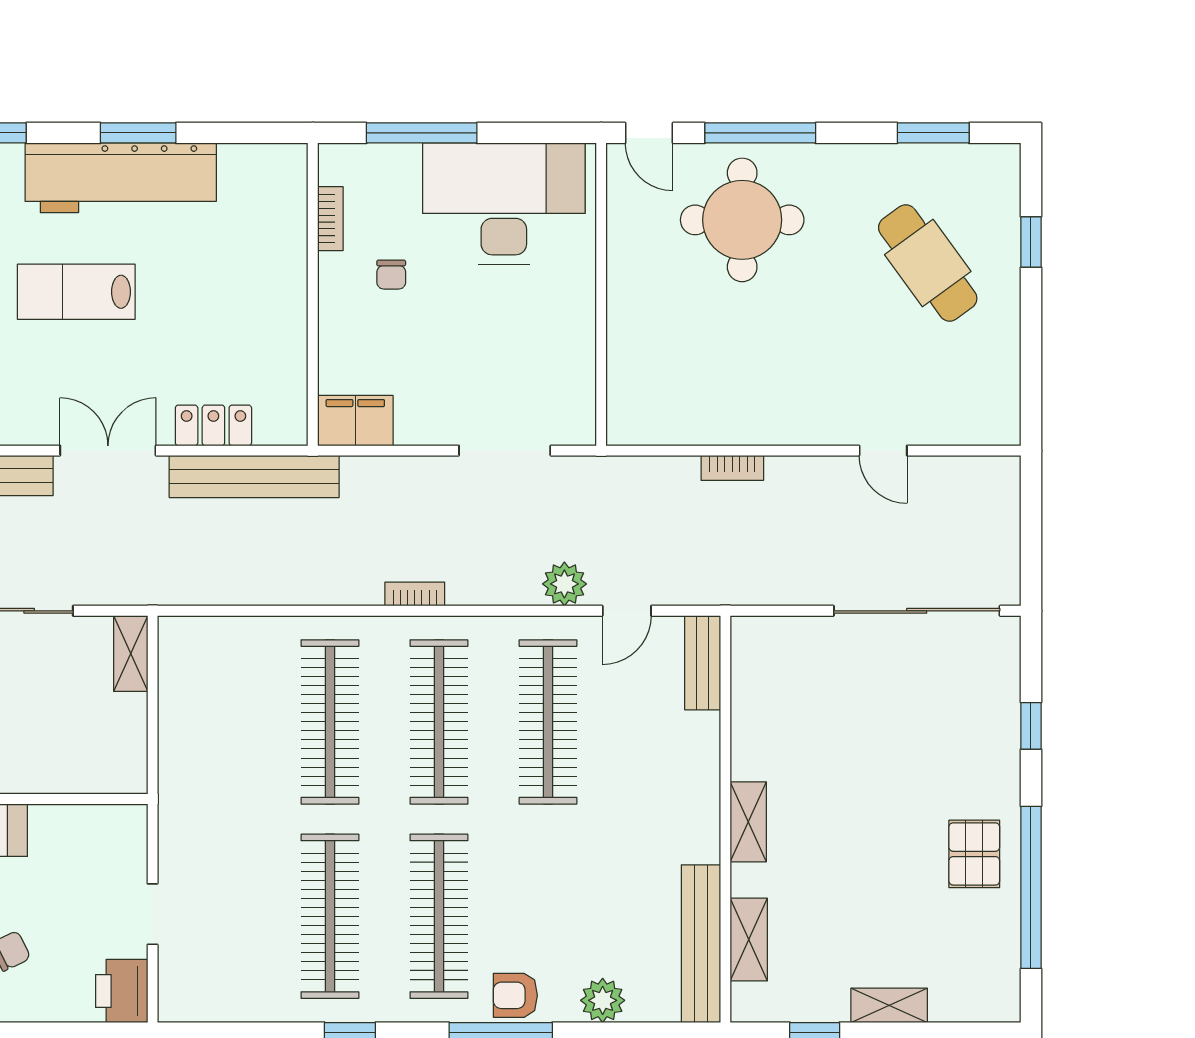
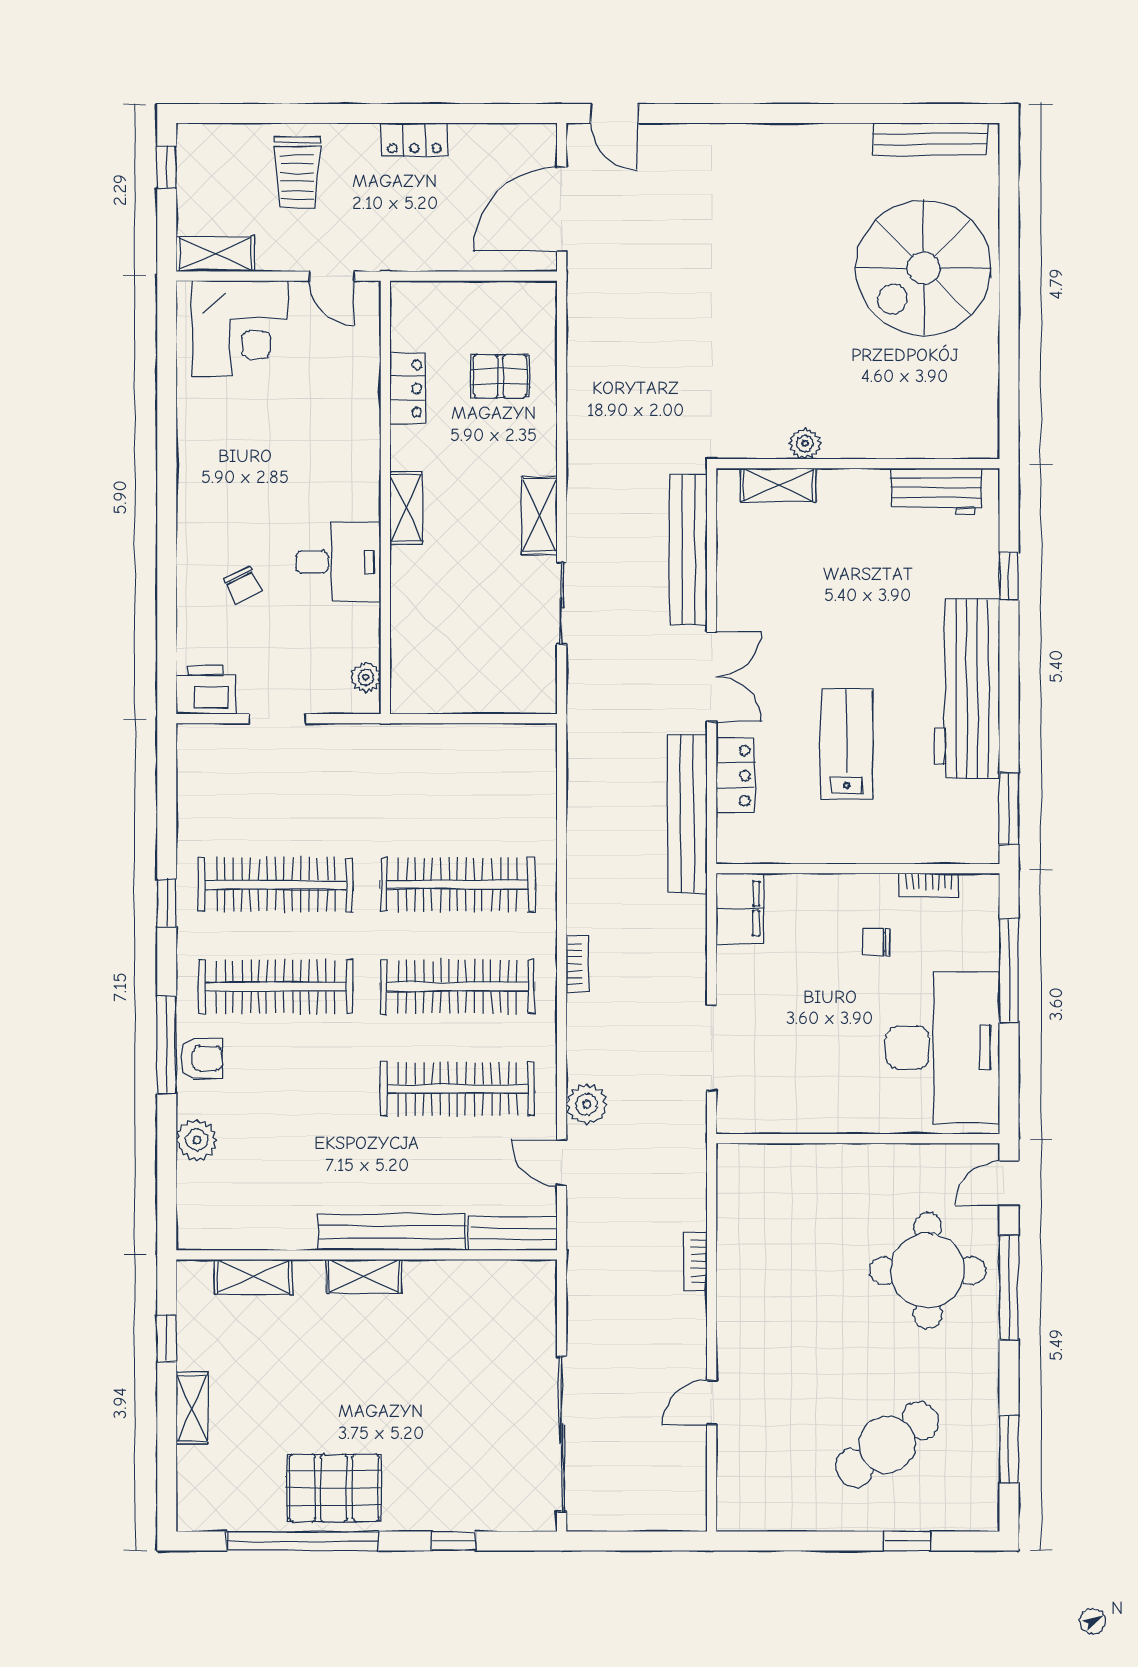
window: (138, 133) -> (1009, 809), moved
lab bench: (76, 292) -> (847, 744), moved
shelving: (131, 654) -> (522, 698), removed
plant: (108, 820) -> (366, 677), added
pallet: (974, 854) -> (334, 1488), width x1.50, depth x1.42
bench: (701, 944) -> (392, 1232), moved
armchair: (515, 995) -> (202, 1058), turned 90

